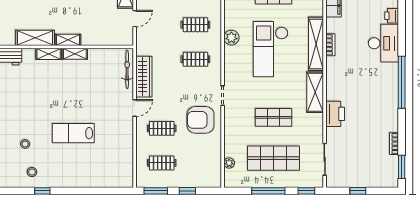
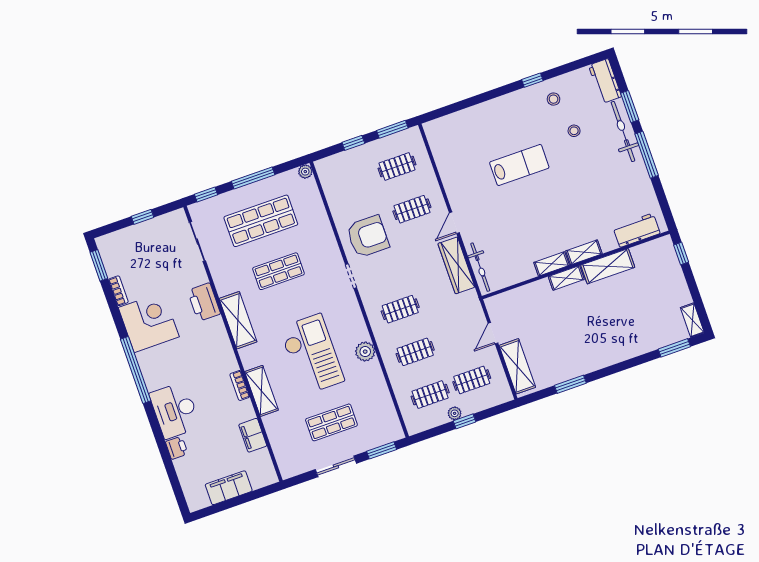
shelving: (316, 44) -> (261, 391), width x0.68
corner desk: (380, 113) -> (149, 322), added
plant: (229, 163) -> (305, 172), moved

